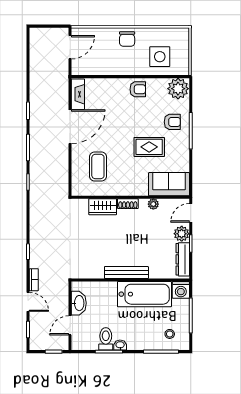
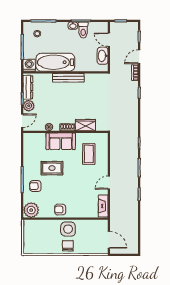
door: (70, 47) -> (109, 240), swing flipped
side table: (160, 57) -> (68, 229), moved
door: (70, 127) -> (109, 183), width x0.53
sofa: (169, 184) -> (61, 141), moved
door: (28, 302) -> (139, 57), hinge flipped
door: (70, 325) -> (109, 40), swing flipped

